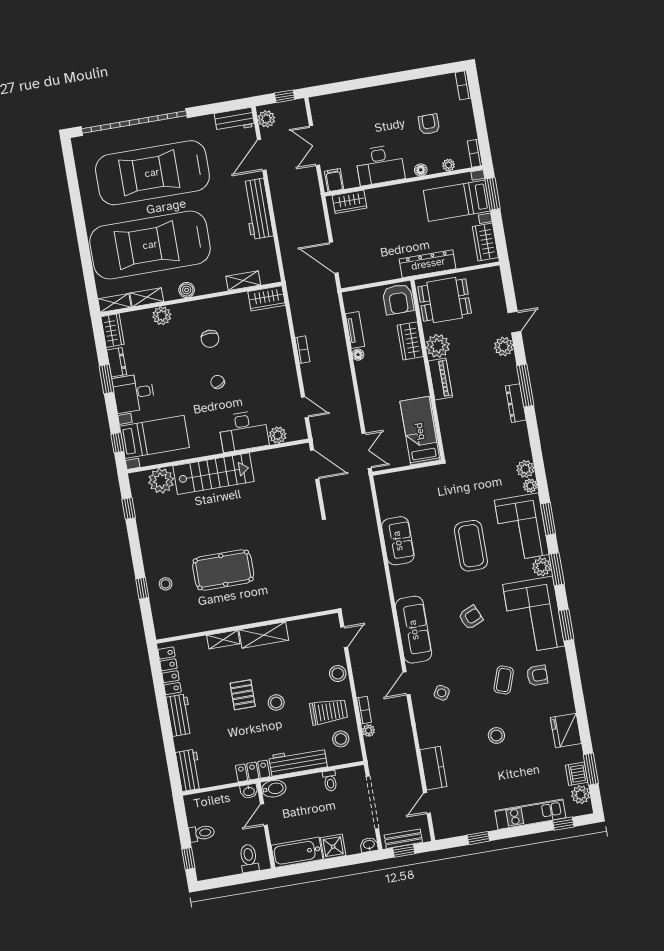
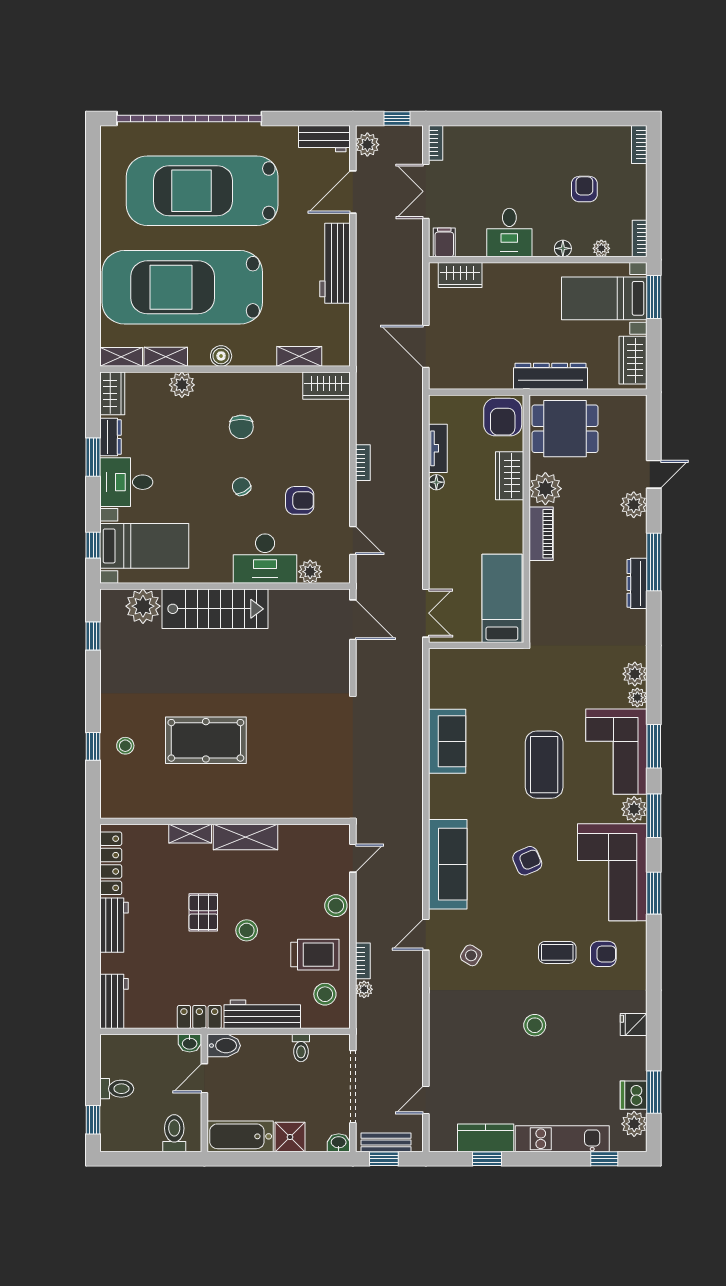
bookcase: (316, 109) -> (436, 143), added
desk: (380, 165) -> (509, 233), width x0.73
armchair: (261, 385) -> (300, 500), added
coffee table: (504, 680) -> (557, 952), turned 71
fridge: (566, 730) -> (634, 1025), width x0.53, depth x0.75
kitchen counter: (433, 768) -> (486, 1138), moved, turned -90

